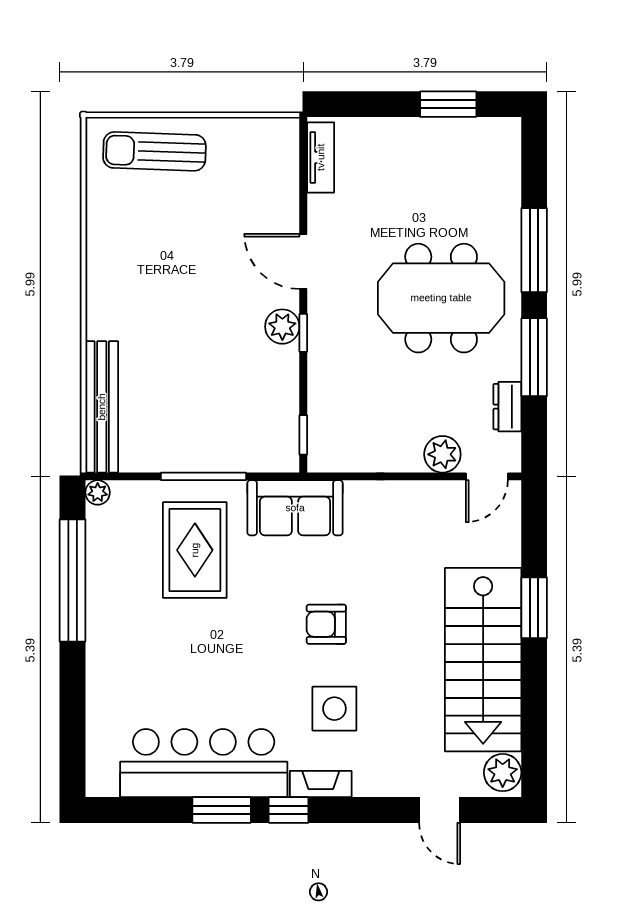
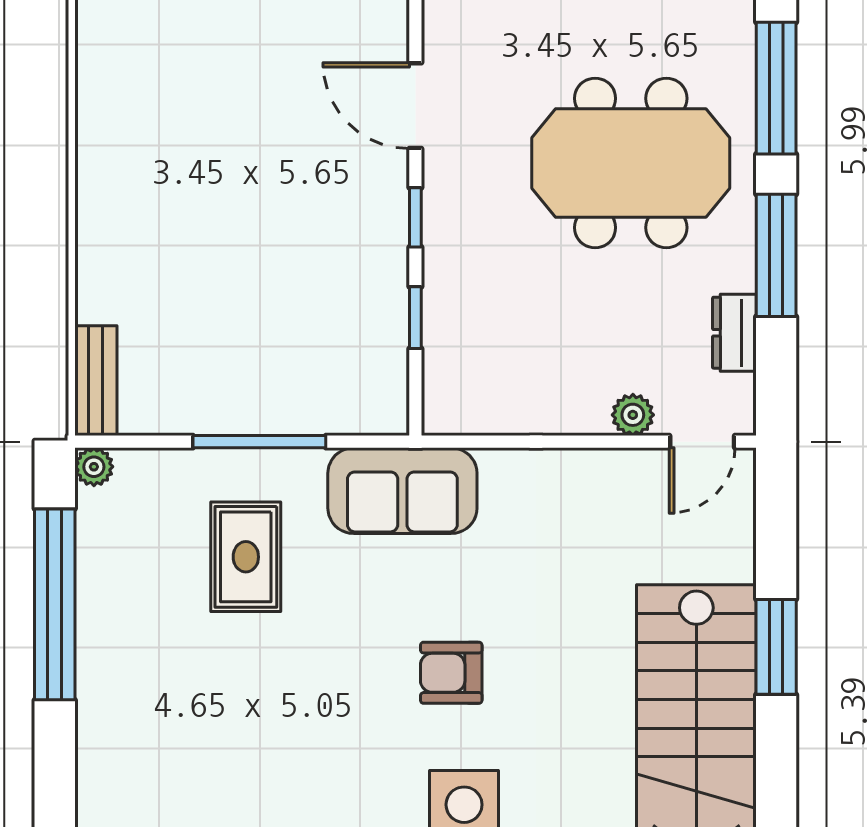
plant: (282, 327) -> (383, 207), removed
bench: (102, 407) -> (96, 381), width x0.54, depth x0.82
window: (303, 435) -> (415, 318), moved
plant: (442, 454) -> (633, 415), width x0.73, depth x0.73
rug: (195, 550) -> (246, 557), width x0.73, depth x0.70

